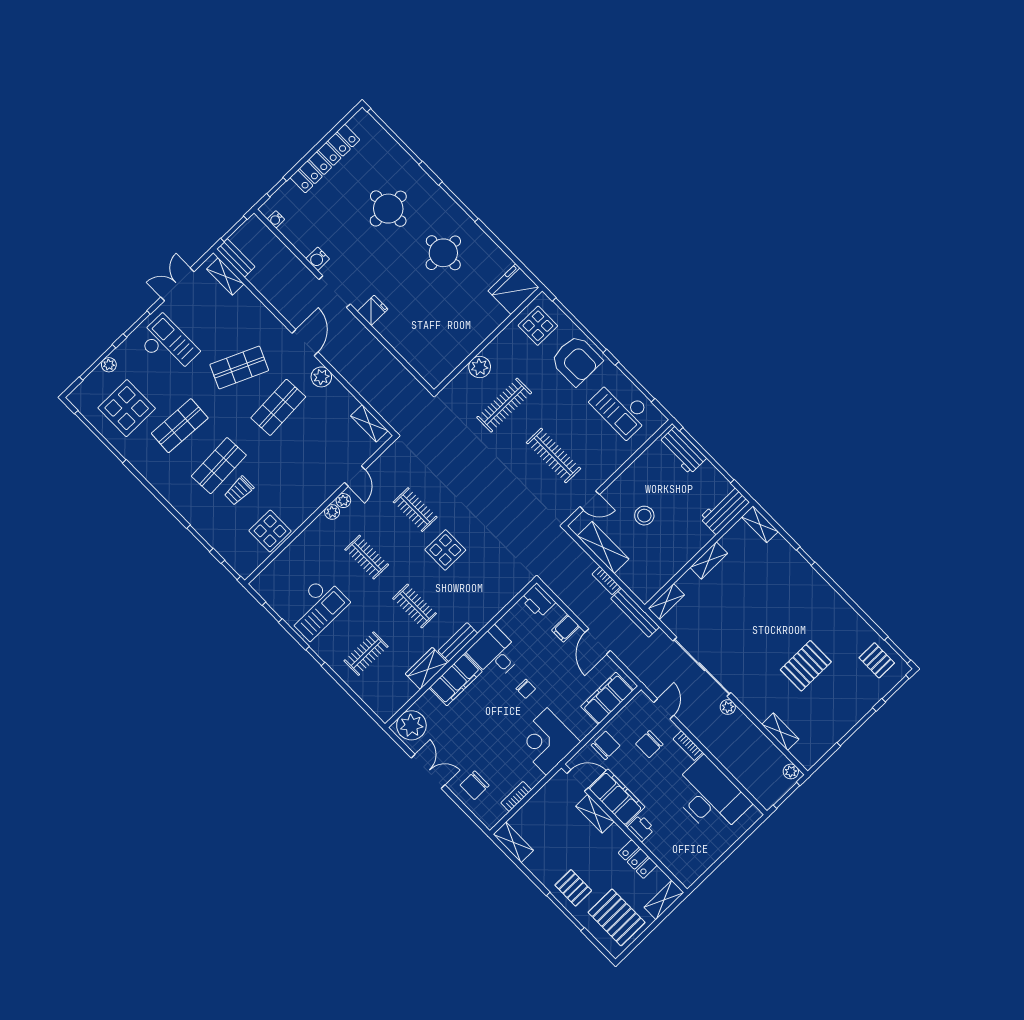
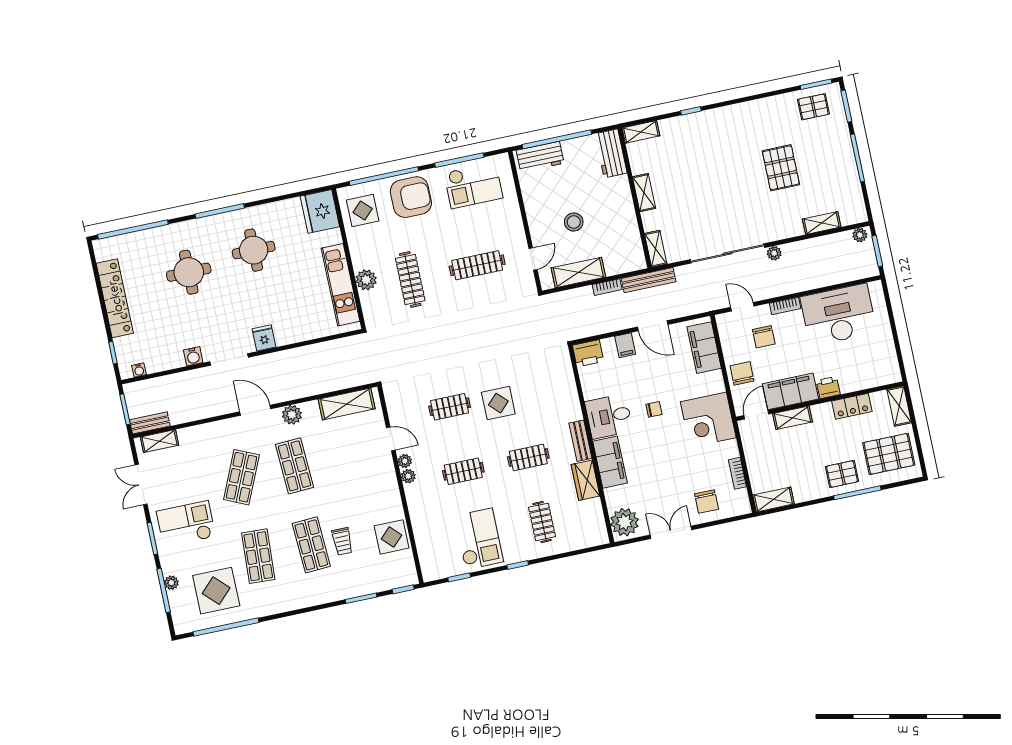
kitchen unit: (461, 347) -> (340, 285), added
shelving: (369, 423) -> (347, 404), width x1.50, depth x1.33

